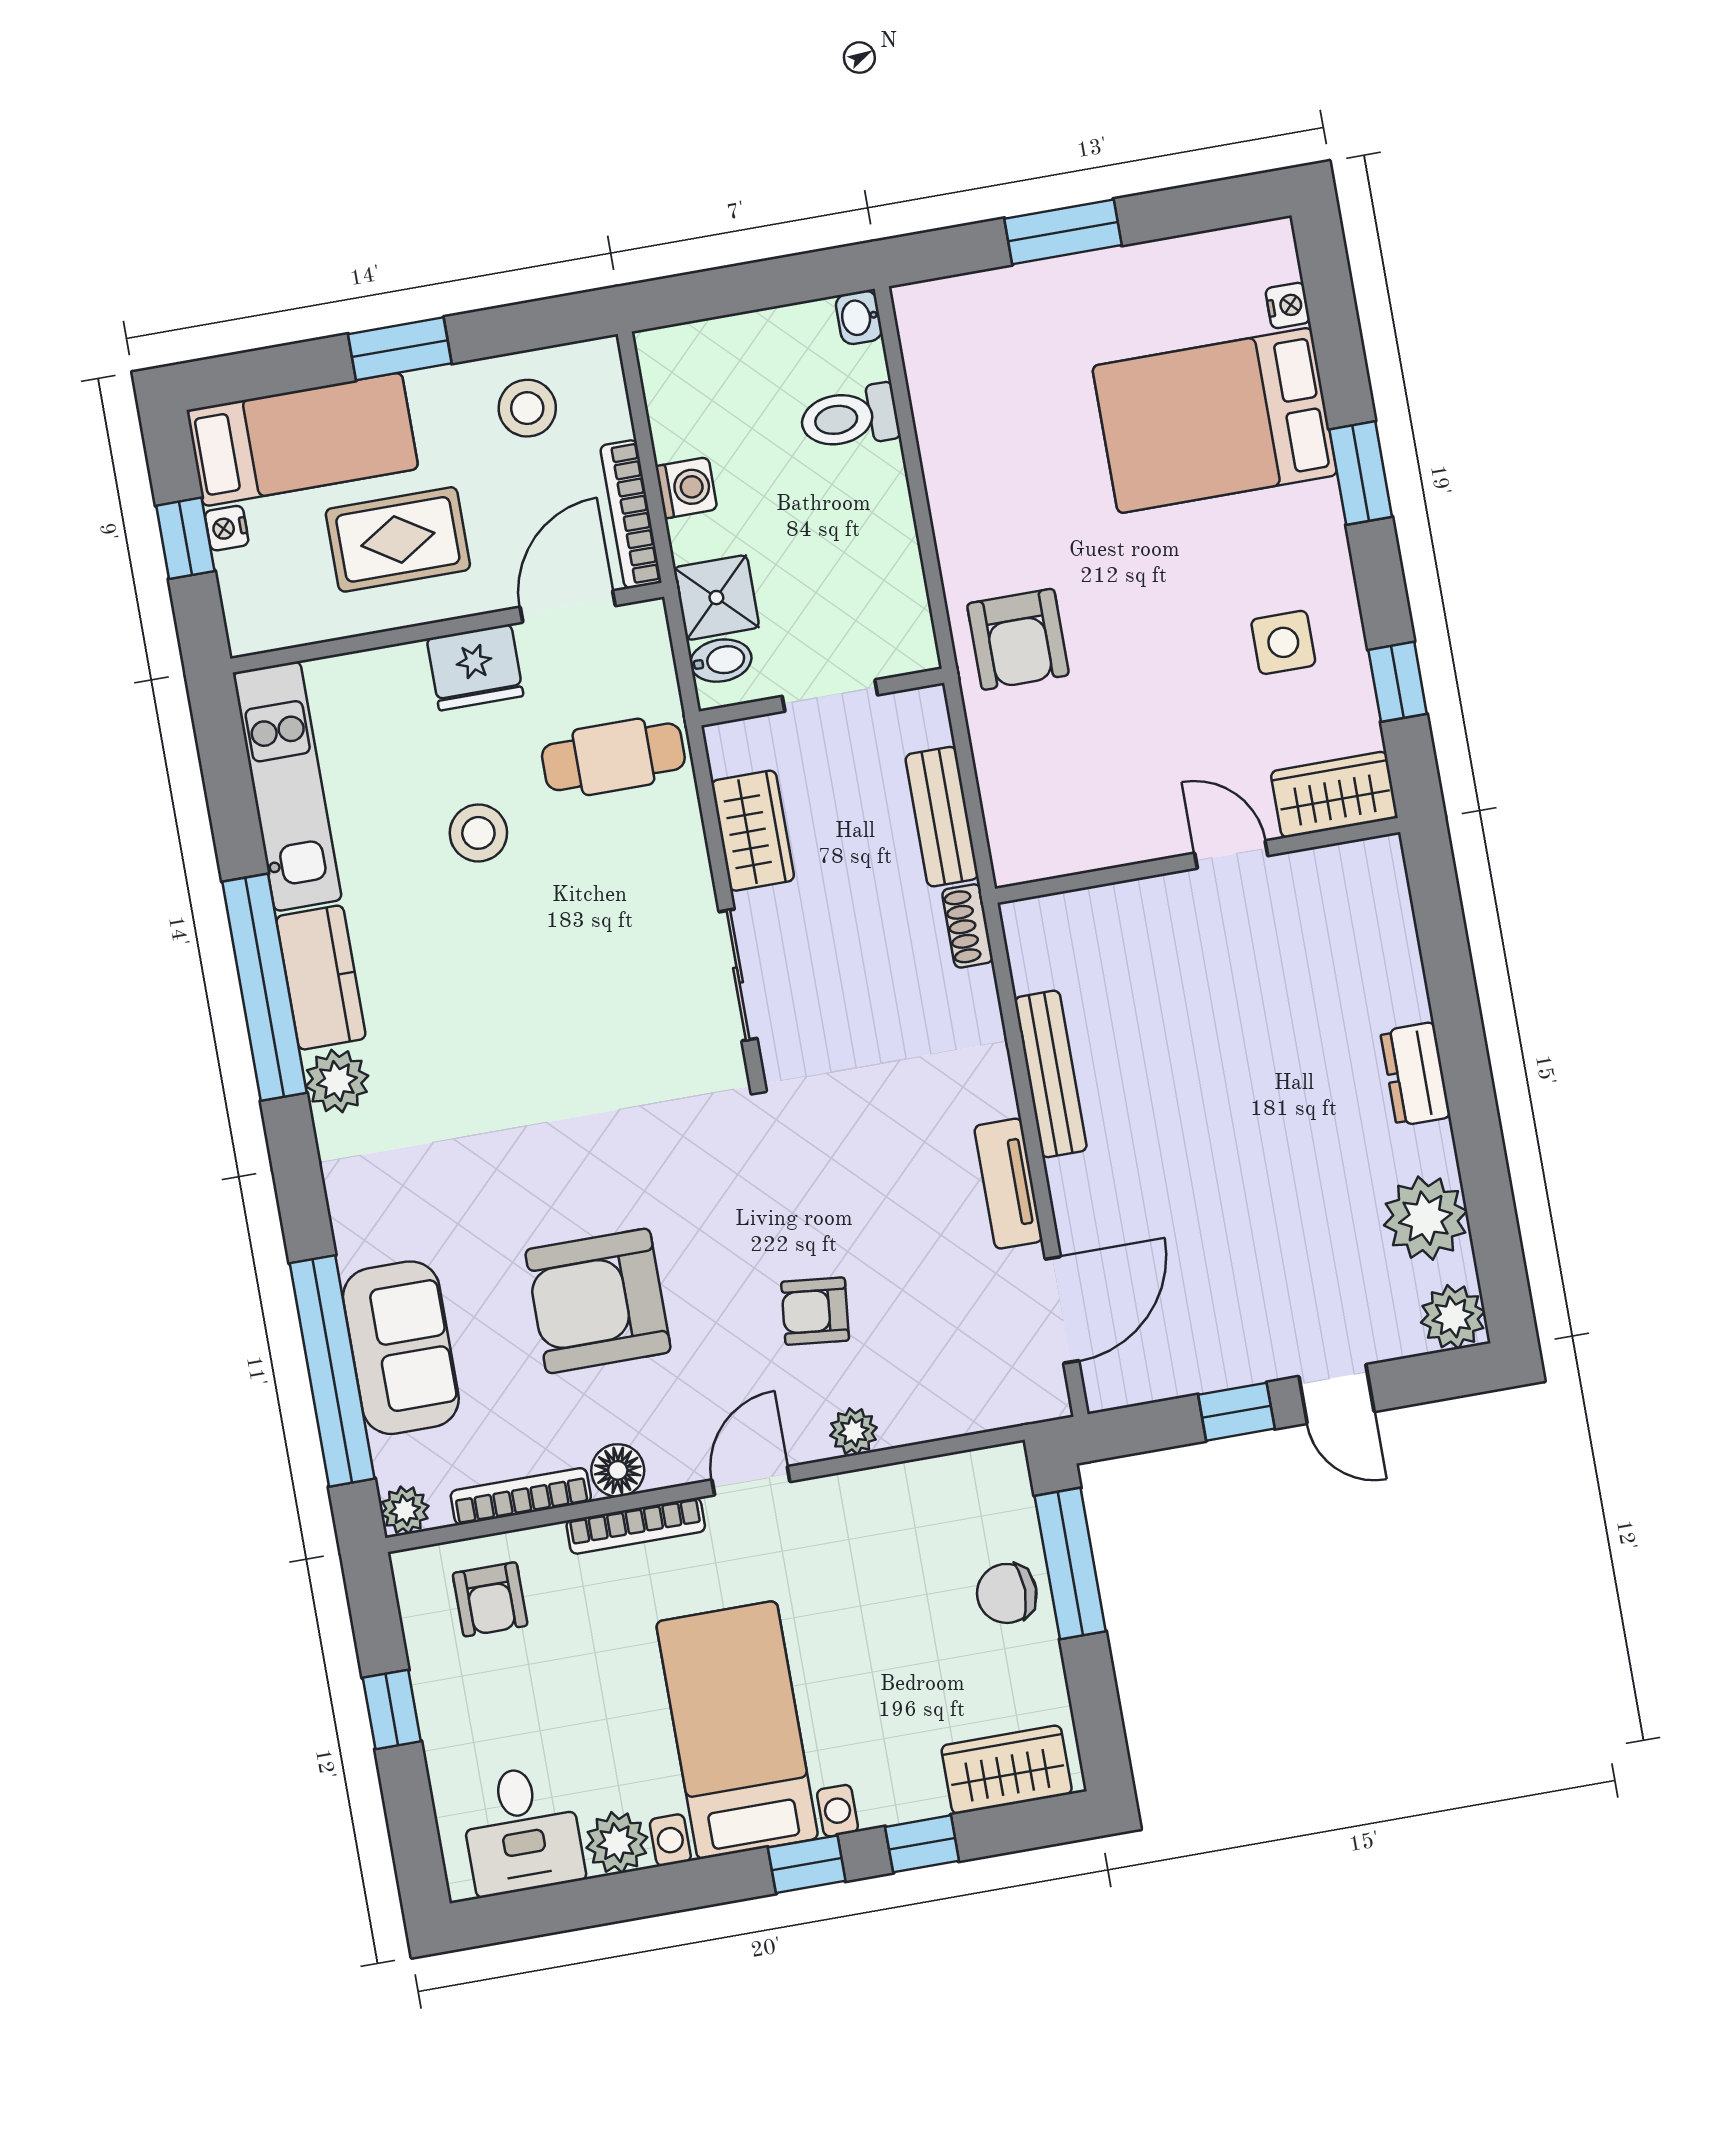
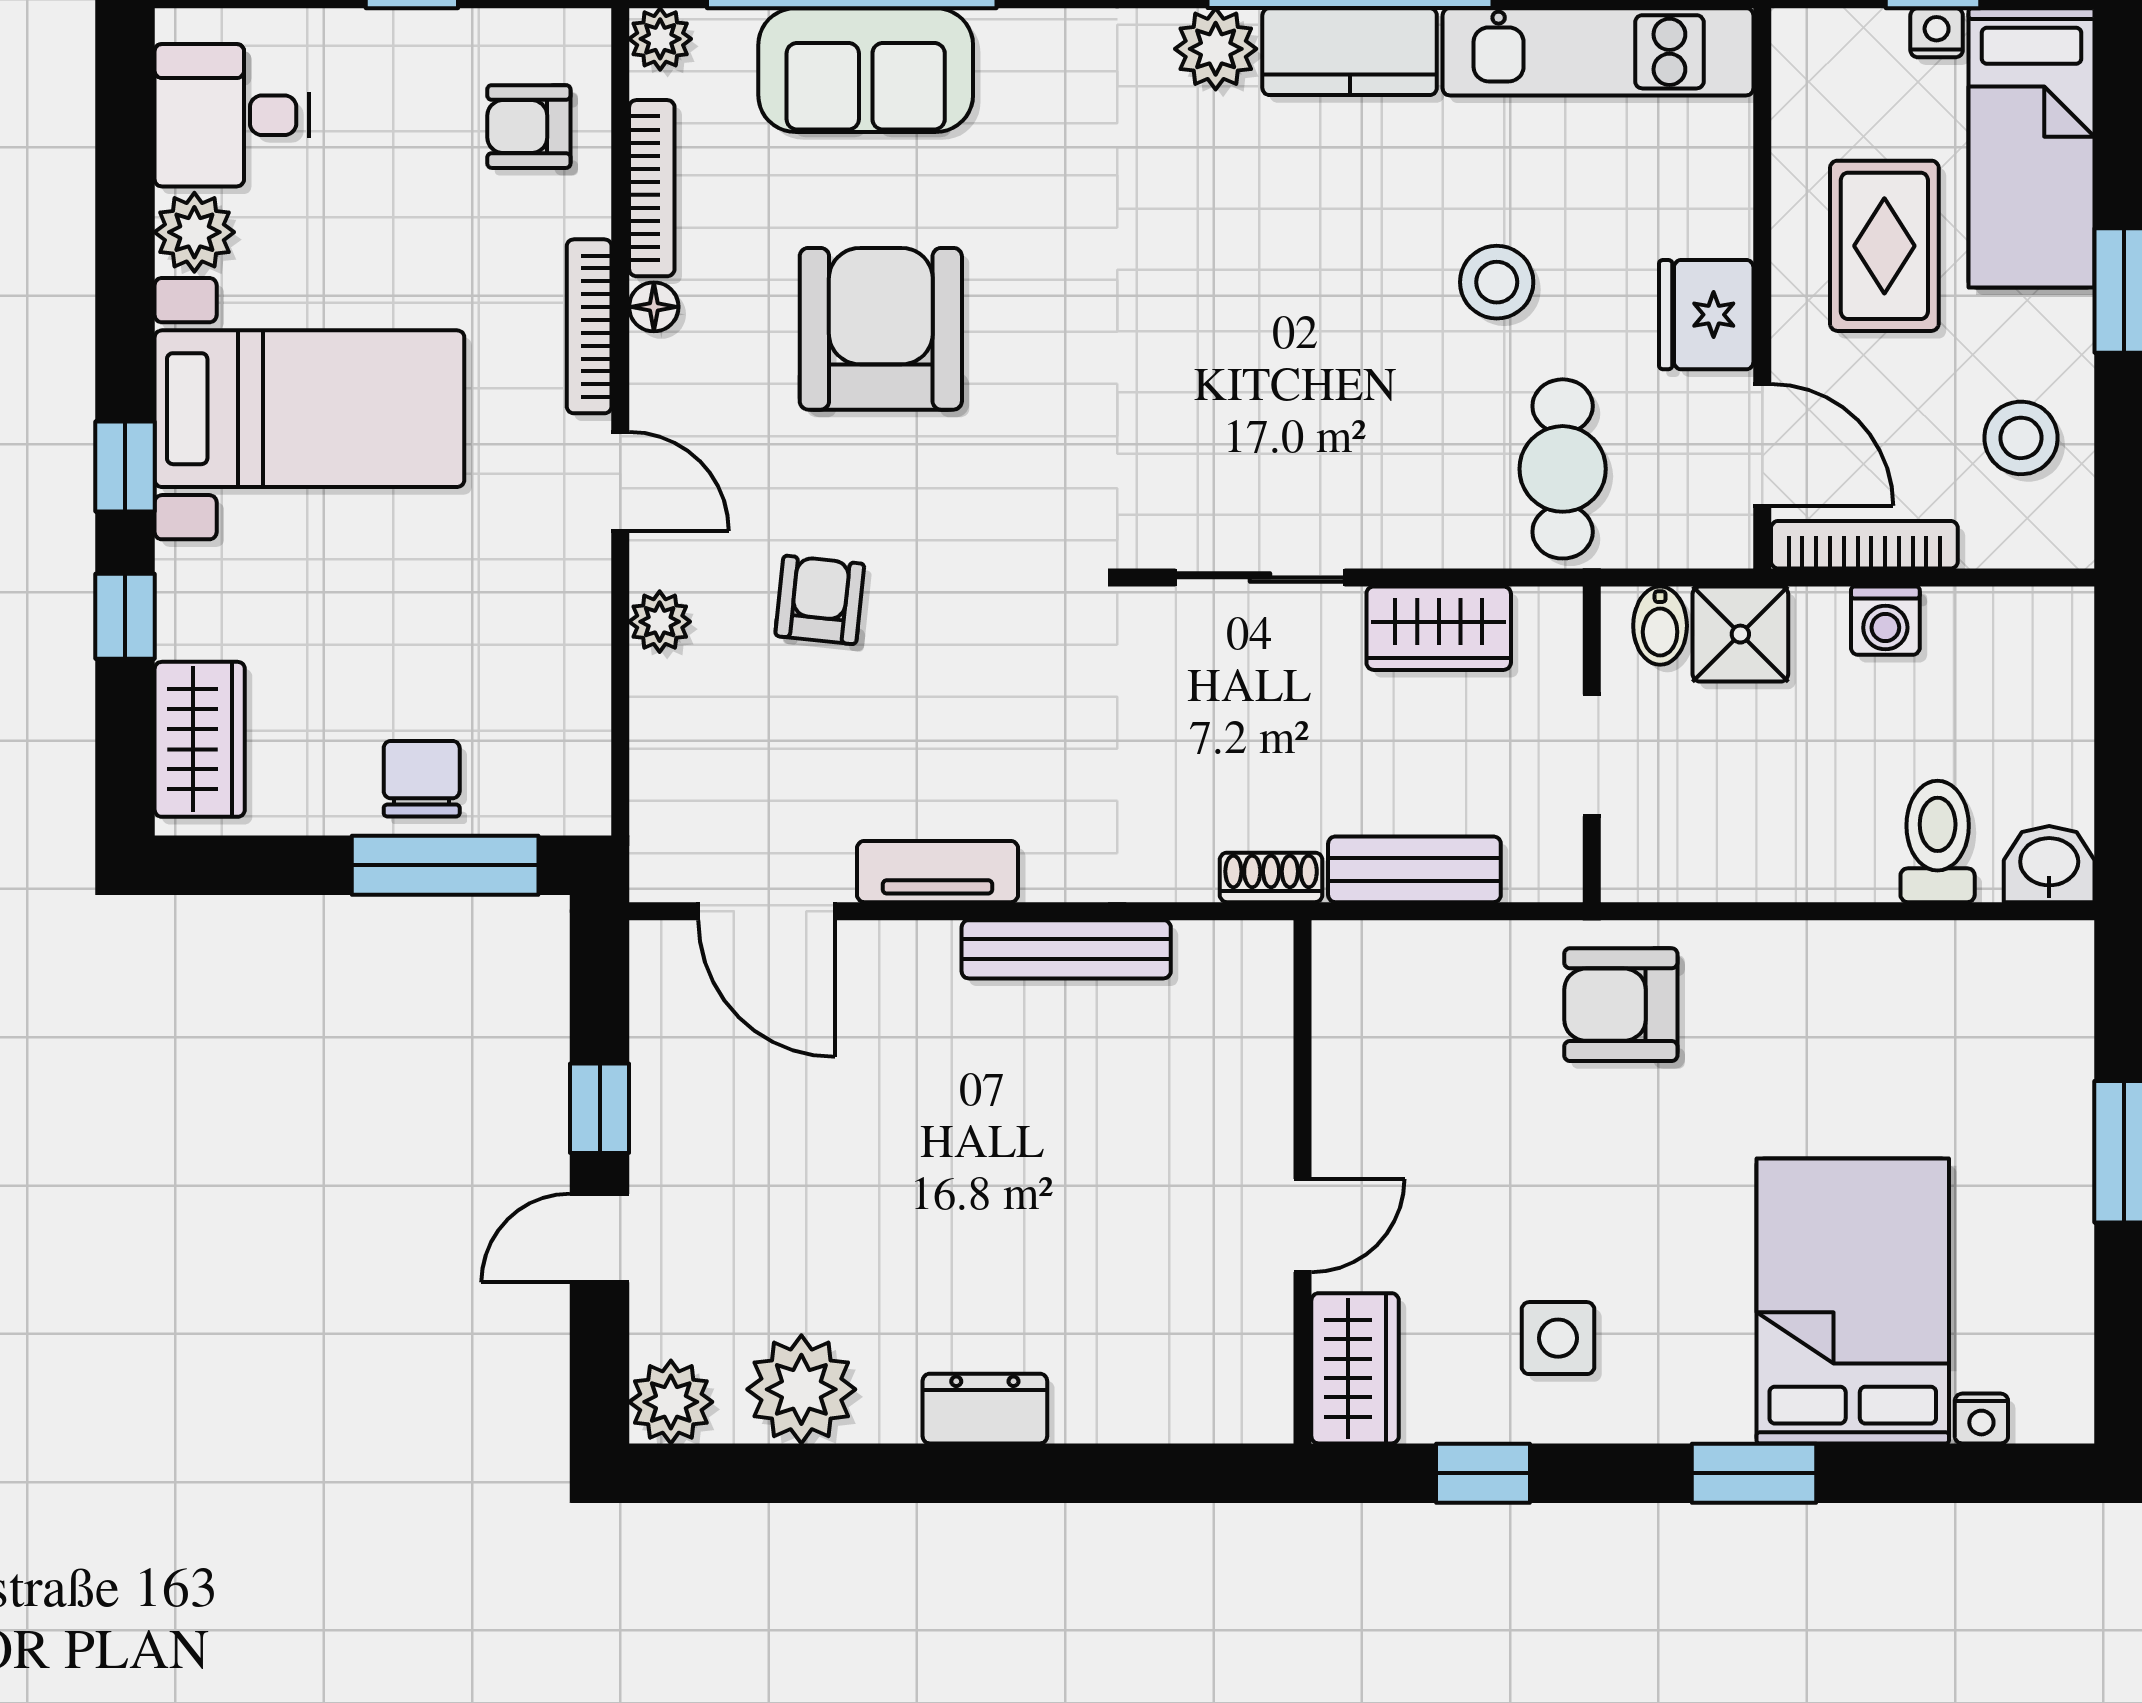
washbasin: (859, 317) -> (2049, 864), width x1.38, depth x1.45
floor lamp: (618, 1470) -> (654, 307), width x0.73, depth x0.73

